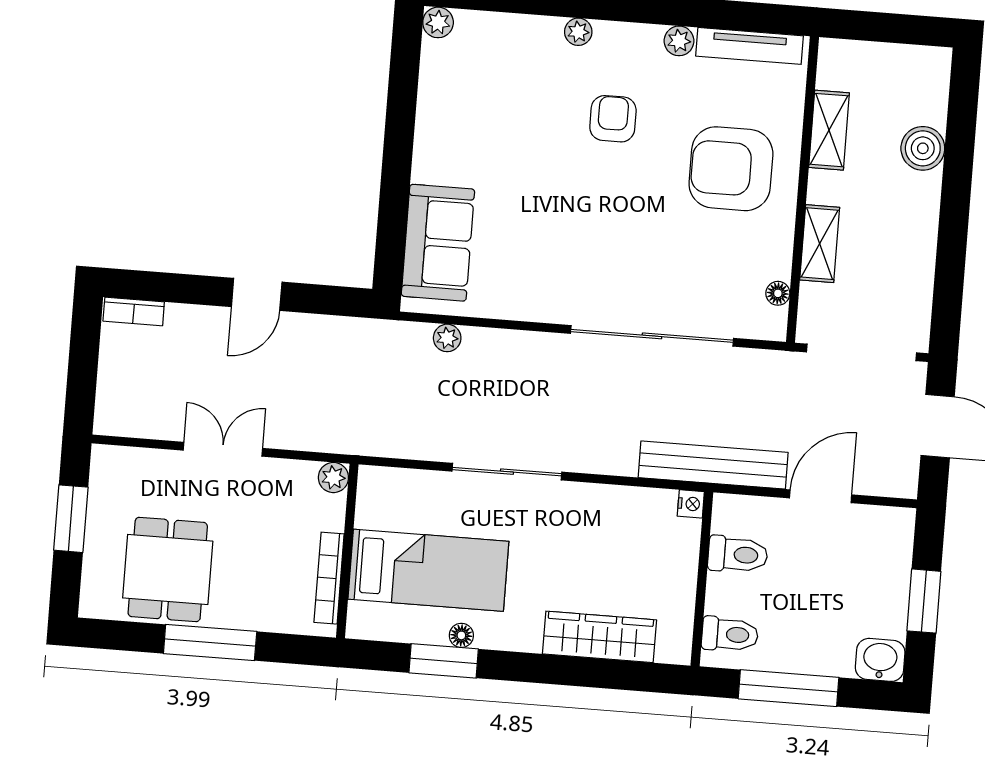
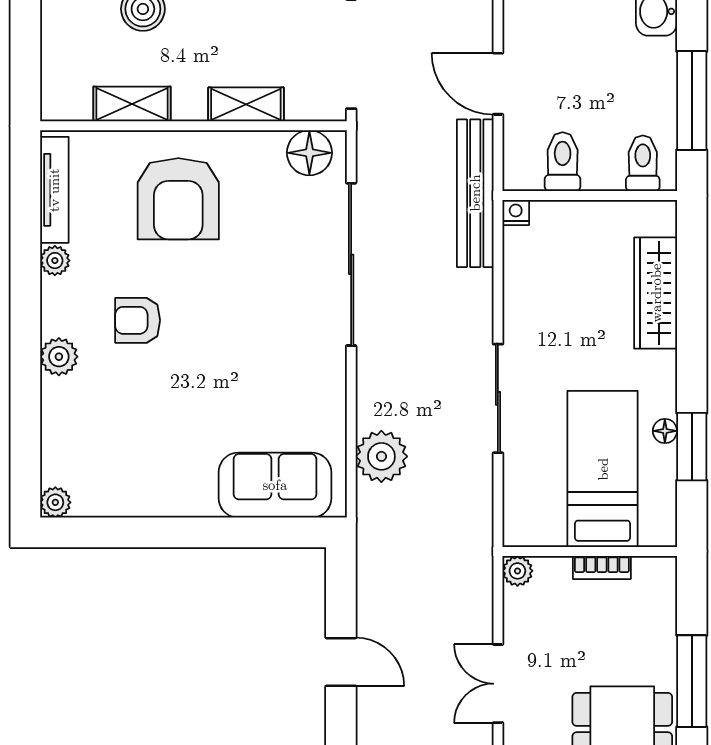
plant: (578, 32) -> (59, 357), width x1.38, depth x1.38
floor lamp: (778, 293) -> (309, 153), width x1.89, depth x1.89
plant: (447, 338) -> (381, 456), width x1.87, depth x1.87
bookcase: (329, 578) -> (602, 567), width x0.64

